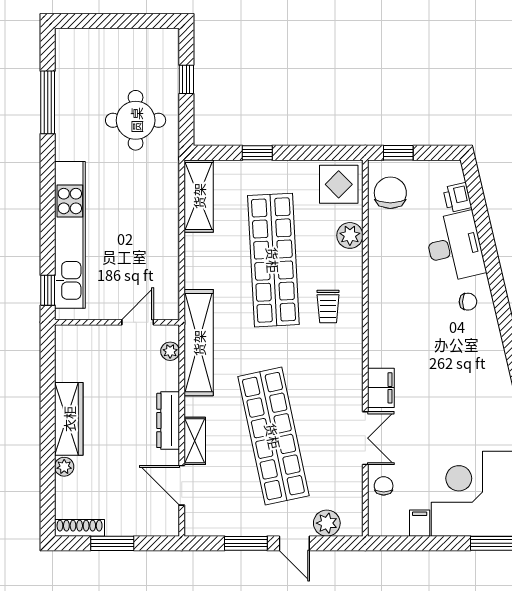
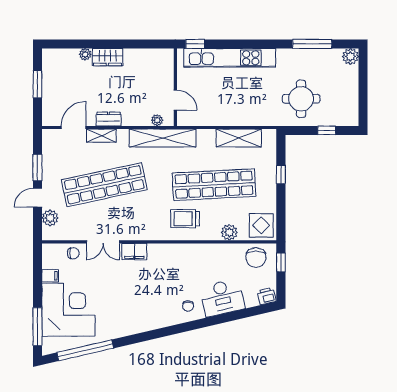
plant: (68, 41) -> (350, 56), added
chair: (390, 193) -> (256, 258), turned 90
shelving: (199, 196) -> (239, 138), moved
printer: (457, 198) -> (267, 296), moved
trolley: (328, 306) -> (185, 219), width x1.36, depth x1.39
wardrobe: (69, 419) -> (107, 57), width x0.67
dresser: (168, 420) -> (109, 119), width x0.70
shoe rack: (80, 528) -> (47, 64), removed

